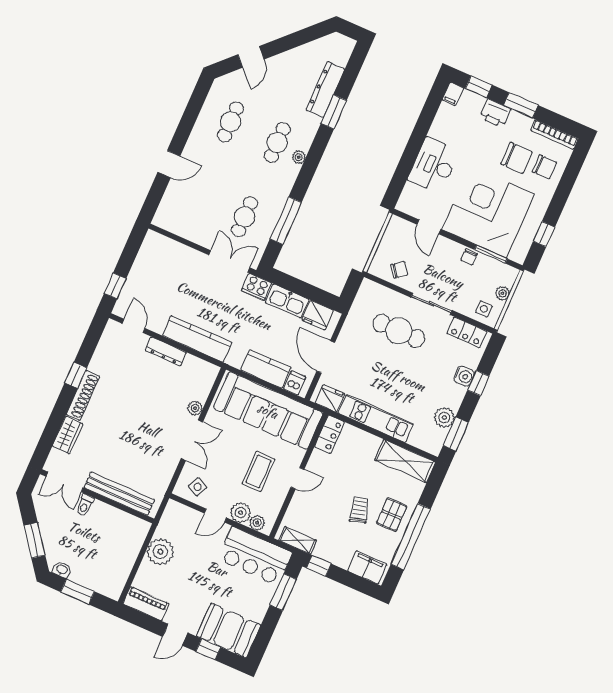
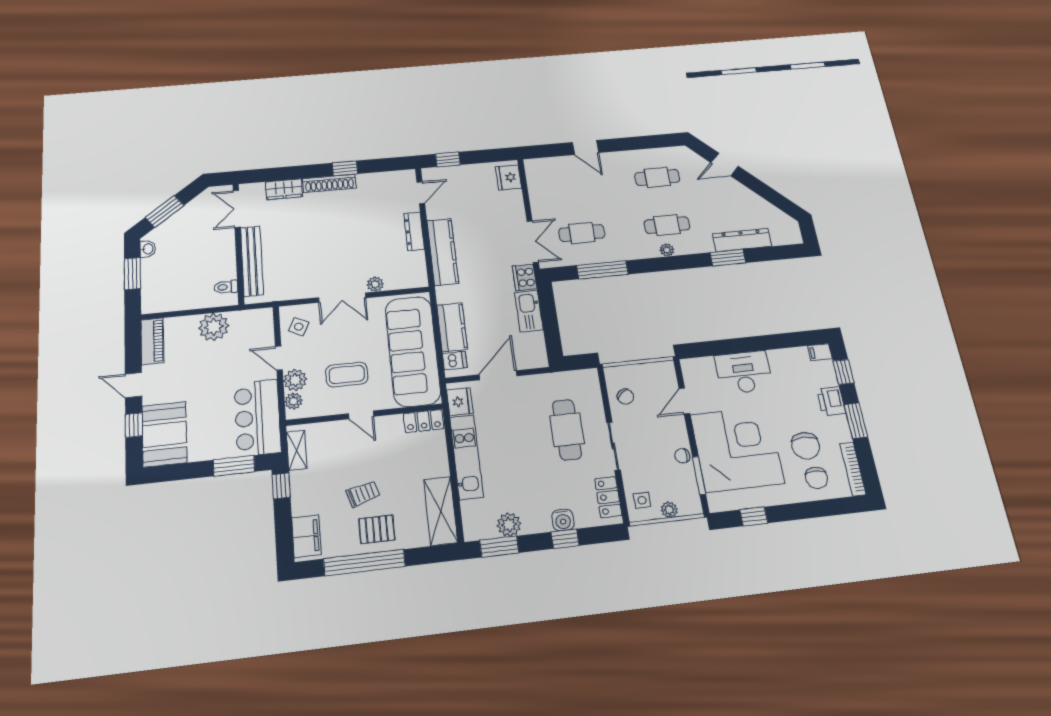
fridge: (318, 315) -> (509, 177), moved
toilet: (85, 505) -> (226, 287), moved

